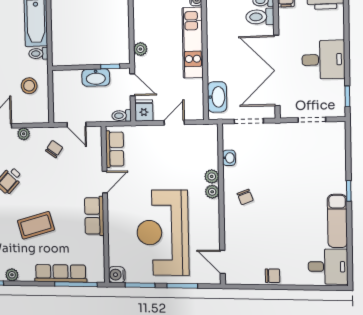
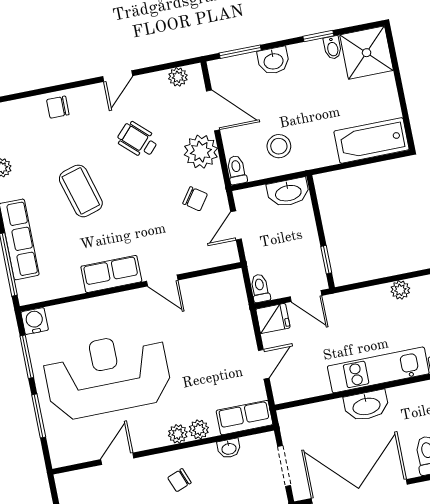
plant: (140, 49) -> (400, 290), moved
toilet: (38, 53) -> (237, 170), moved
washbasin: (96, 78) -> (288, 192), moved, turned -90
door: (132, 85) -> (306, 296), hinge flipped
washbasin: (217, 97) -> (366, 406), moved
door: (174, 123) -> (264, 364), hinge flipped
plant: (24, 134) -> (201, 152), width x1.87, depth x1.87
row of seats: (115, 149) -> (244, 418), moved, turned 180
door: (222, 262) -> (117, 459), moved

